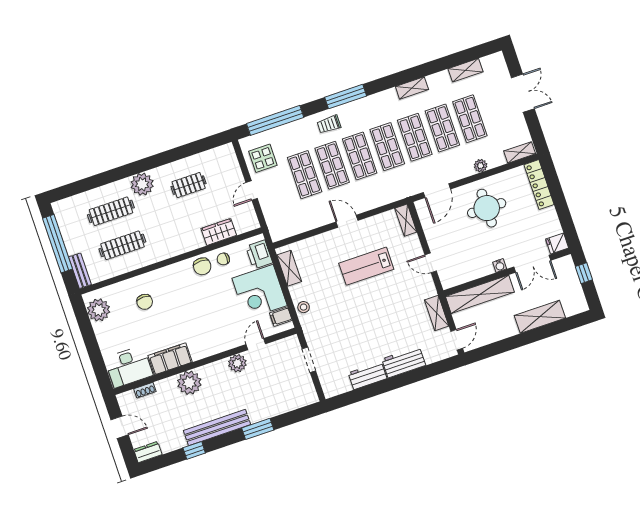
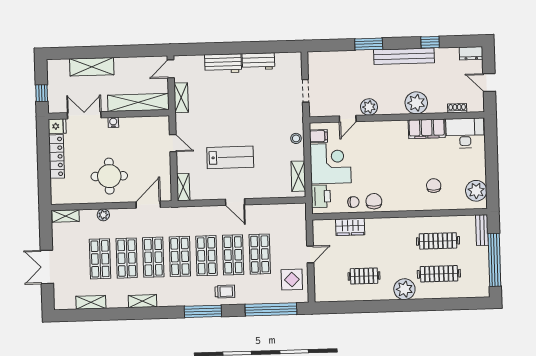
locker: (539, 185) -> (56, 156), moved

